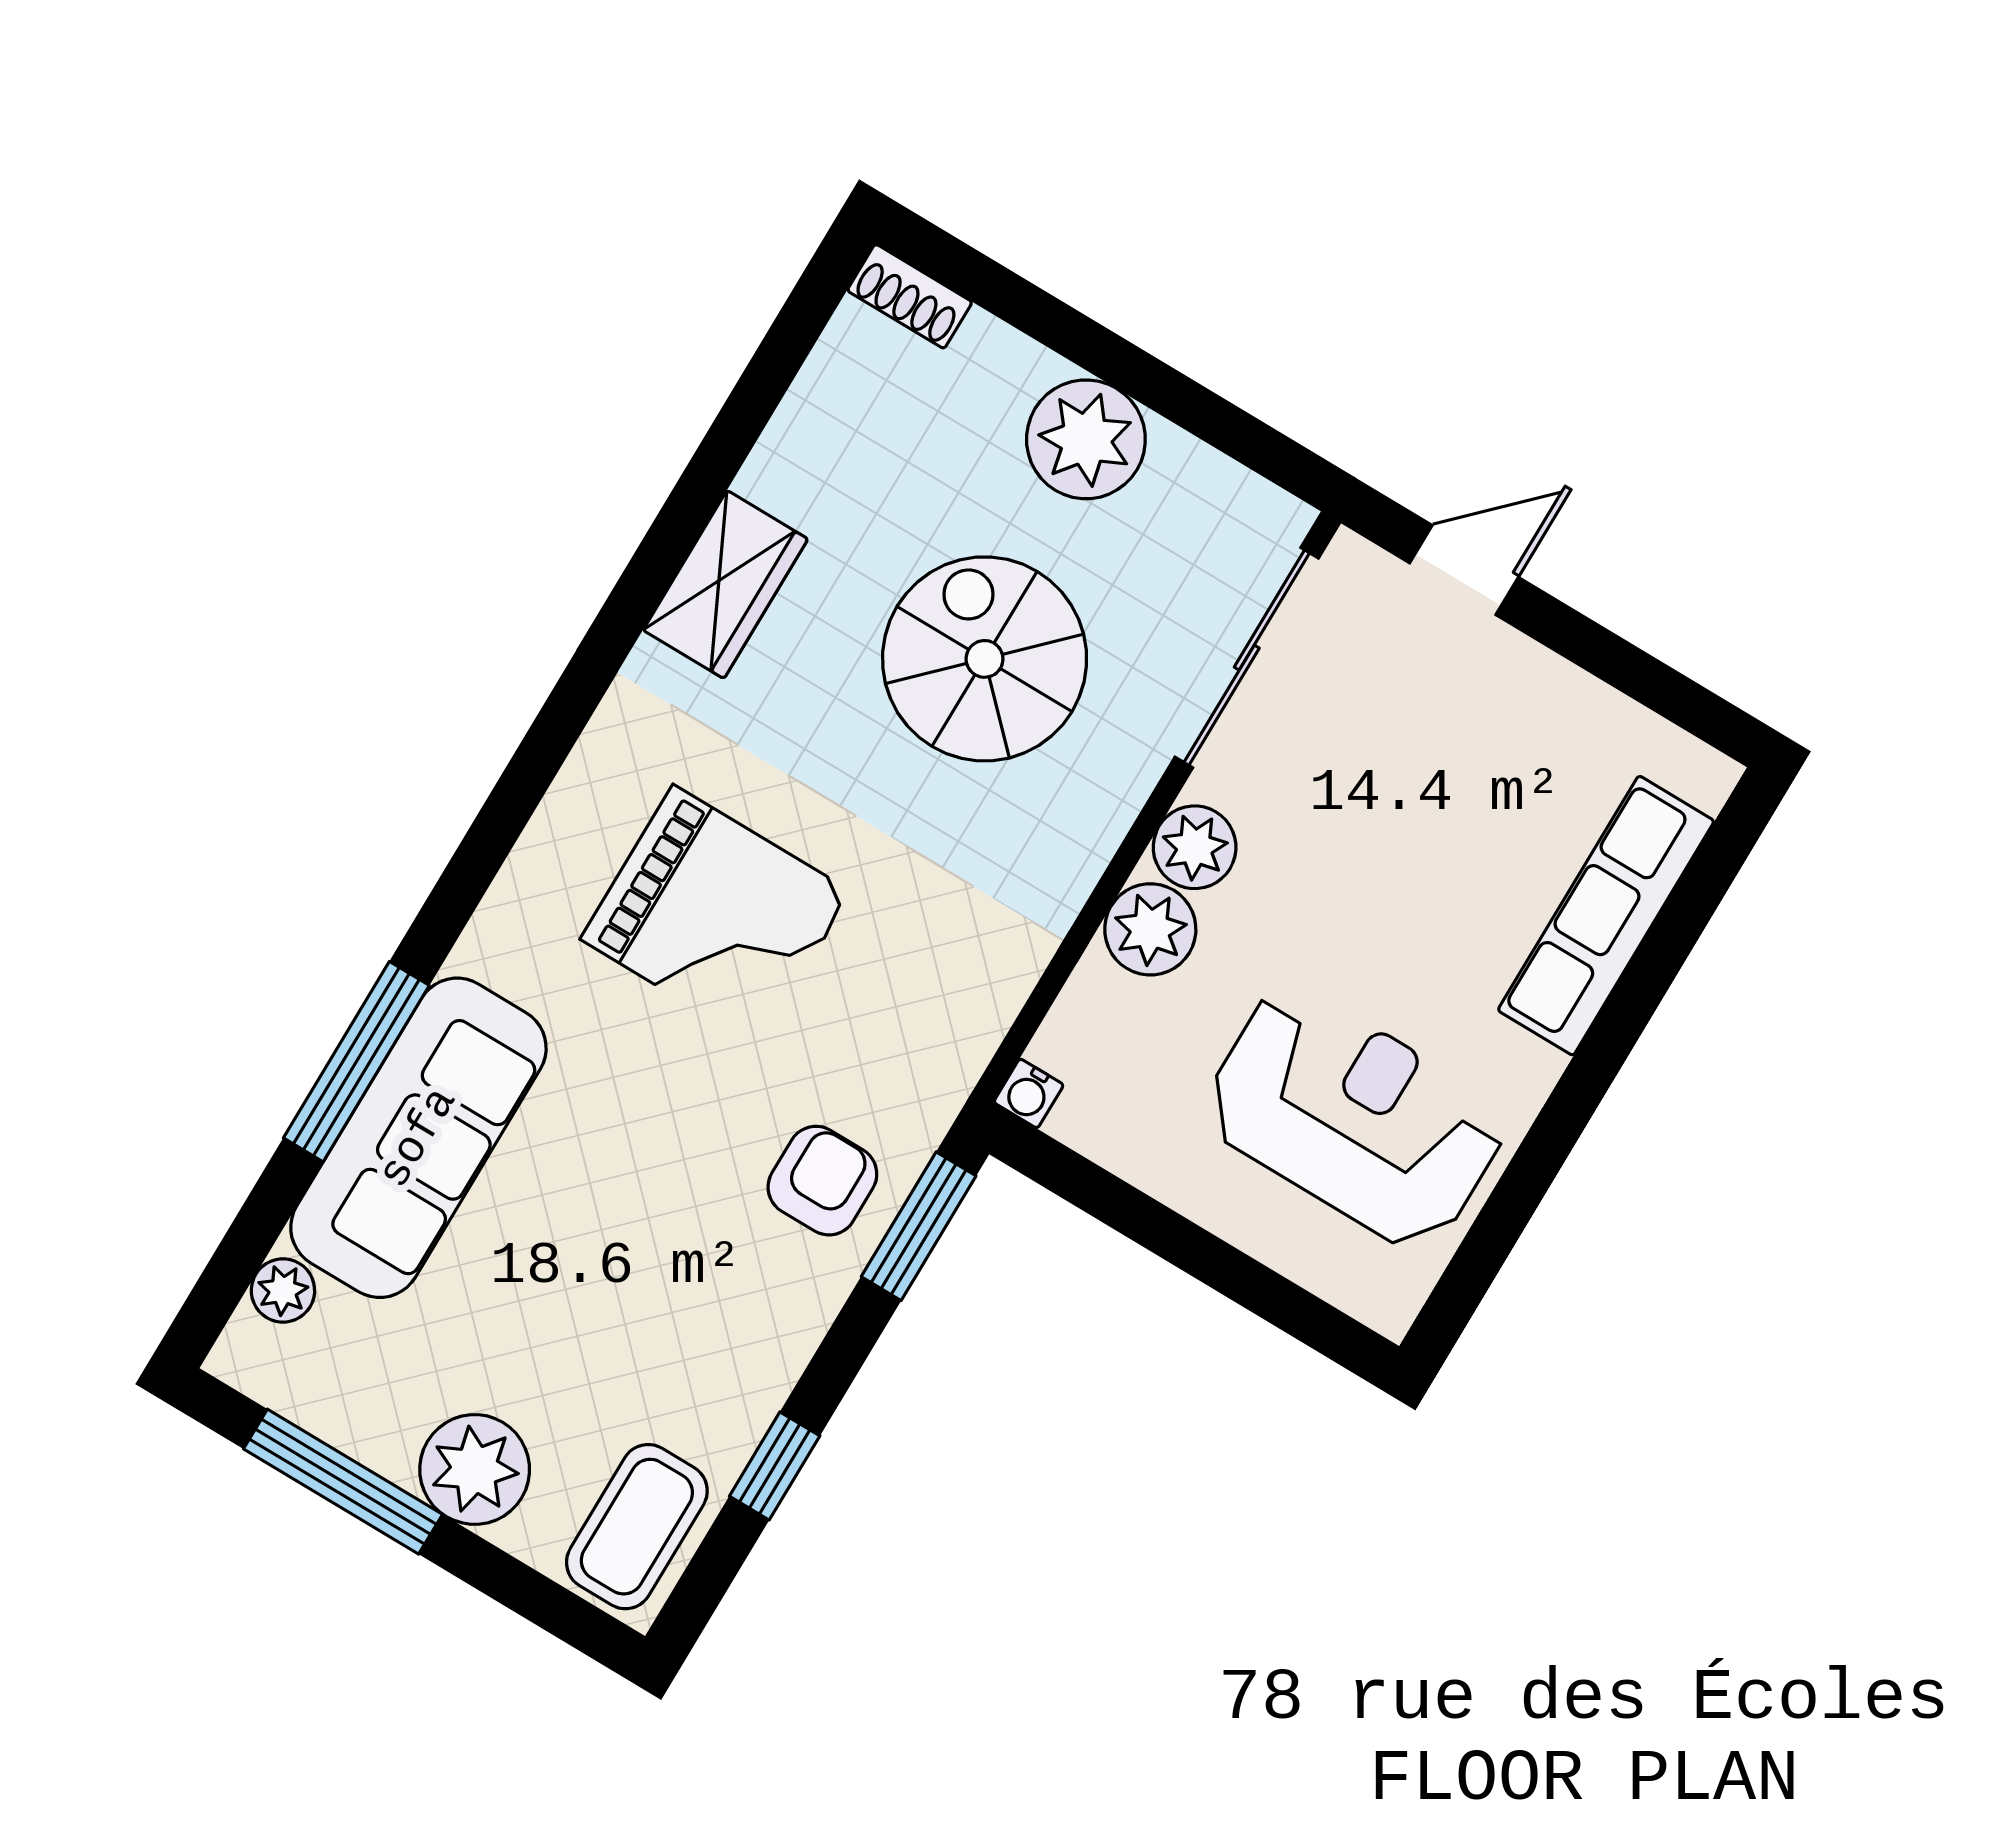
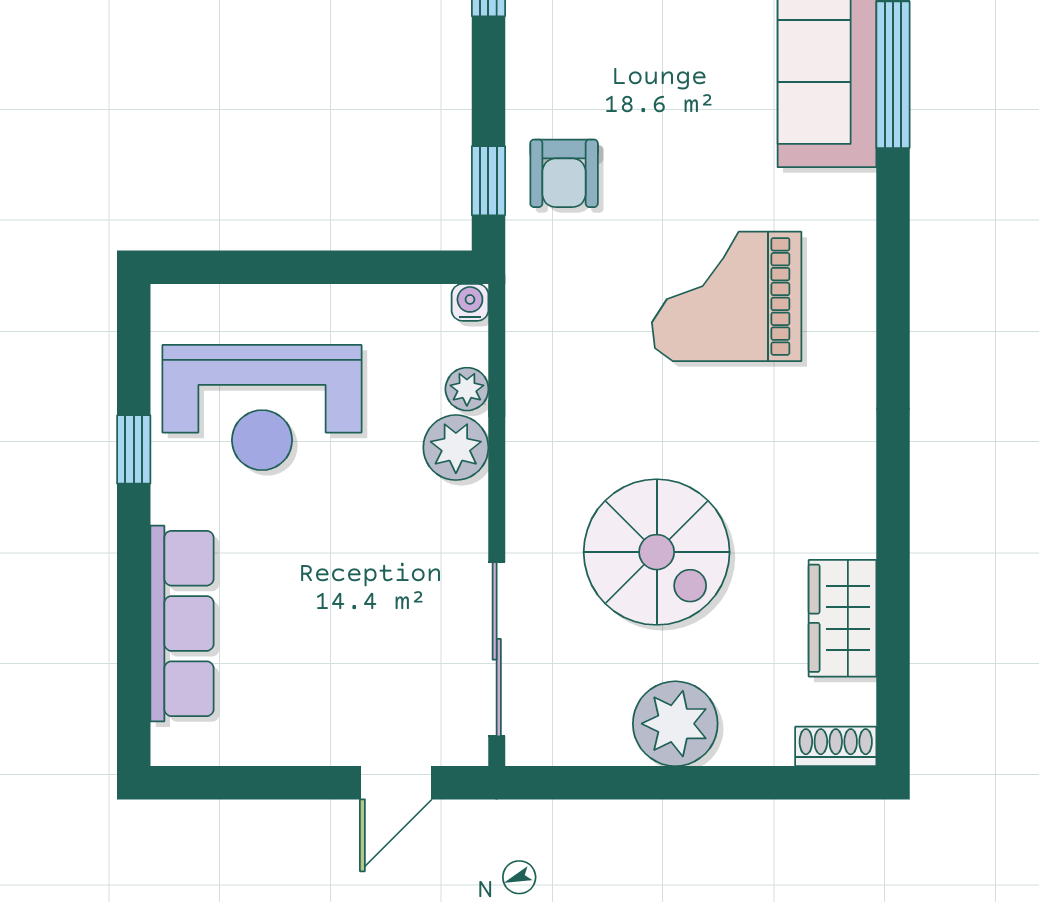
wardrobe: (725, 585) -> (842, 618), moved
plant: (1195, 847) -> (467, 389), moved, width x0.73, depth x0.73
window: (1538, 1160) -> (134, 449), added
window: (919, 1226) -> (488, 181), width x0.67

